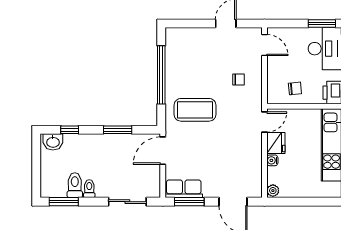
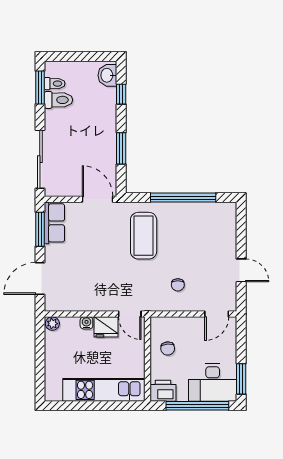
toilet: (89, 189) -> (55, 84), moved
sliding door: (127, 202) -> (40, 159), width x1.37

